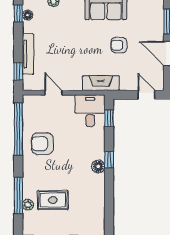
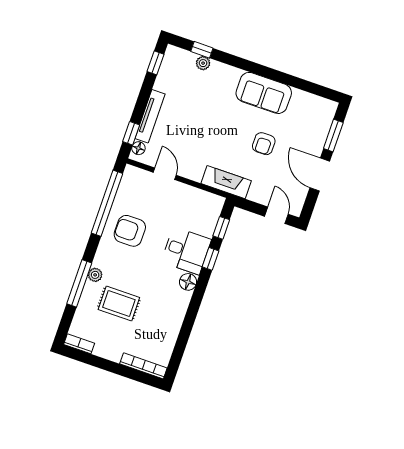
floor lamp: (28, 15) -> (138, 148), moved
armchair: (119, 45) -> (264, 144), turned -90
desk: (90, 111) -> (186, 251), moved, turned 90
window: (109, 160) -> (211, 259), moved
plant: (28, 205) -> (95, 275), moved

